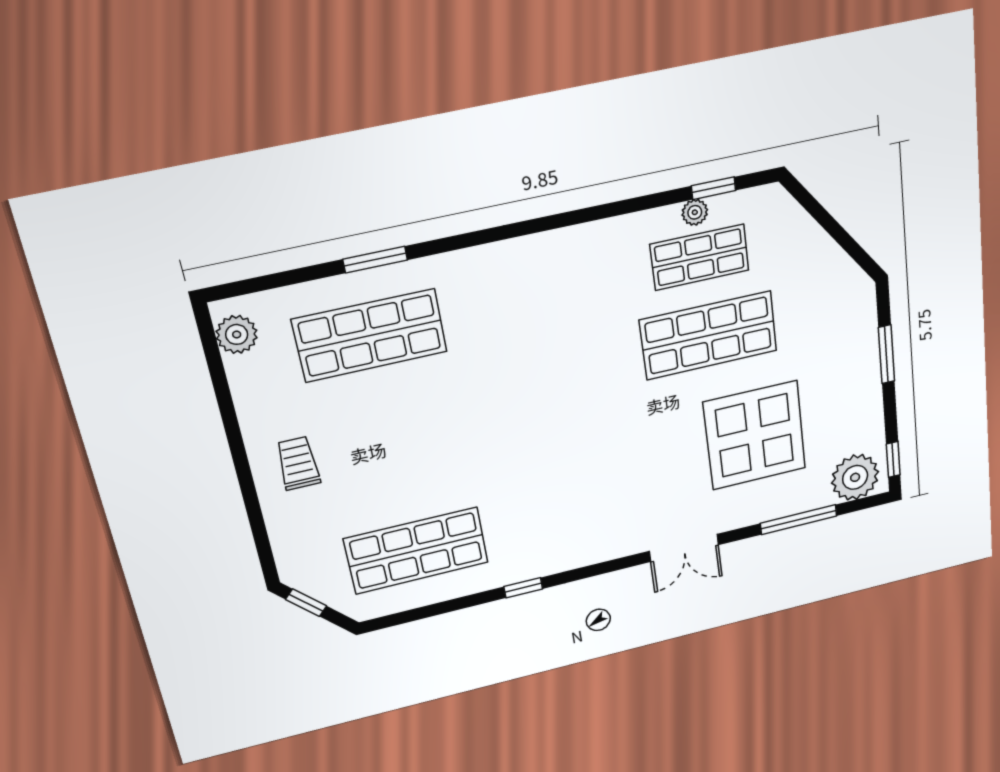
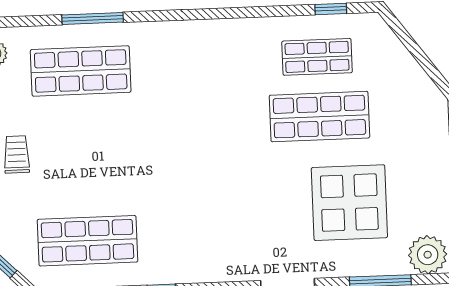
plant: (695, 212) -> (316, 24), removed
window: (375, 260) -> (93, 19), width x1.44

